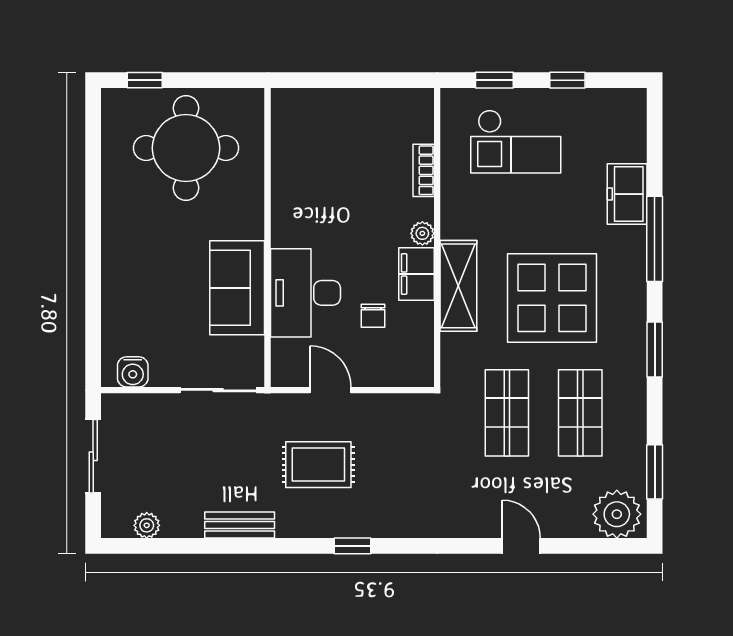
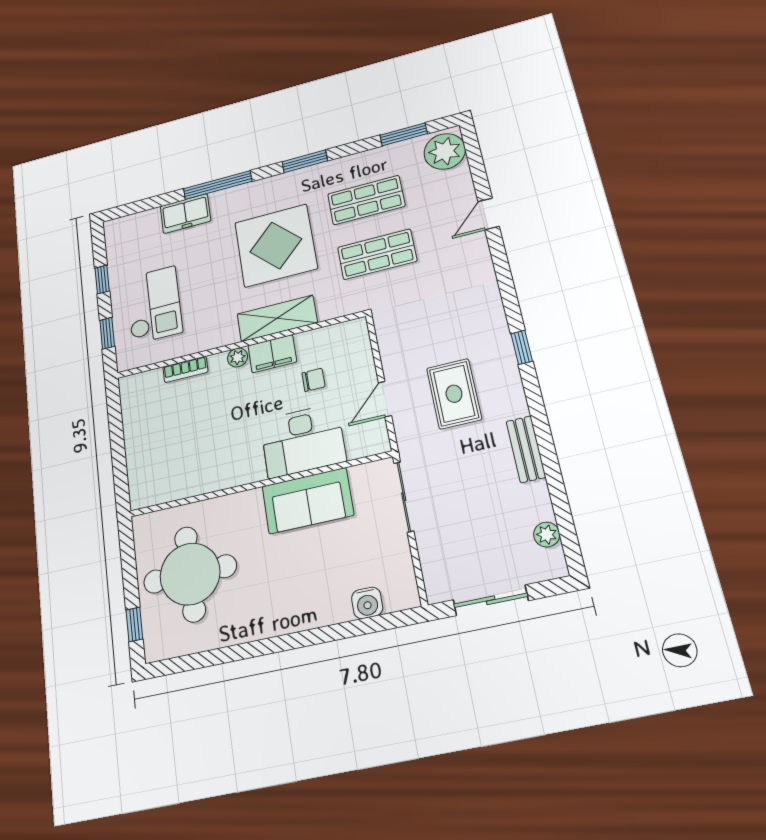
water cooler: (133, 372) -> (367, 603), moved, turned 90

